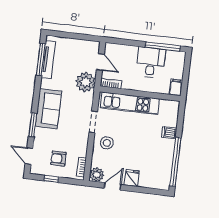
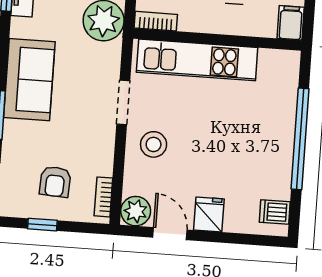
dishwasher: (169, 133) -> (275, 212), moved
armchair: (58, 159) -> (55, 182), turned -87
window: (175, 162) -> (300, 139), moved
door: (113, 186) -> (170, 234), hinge flipped

